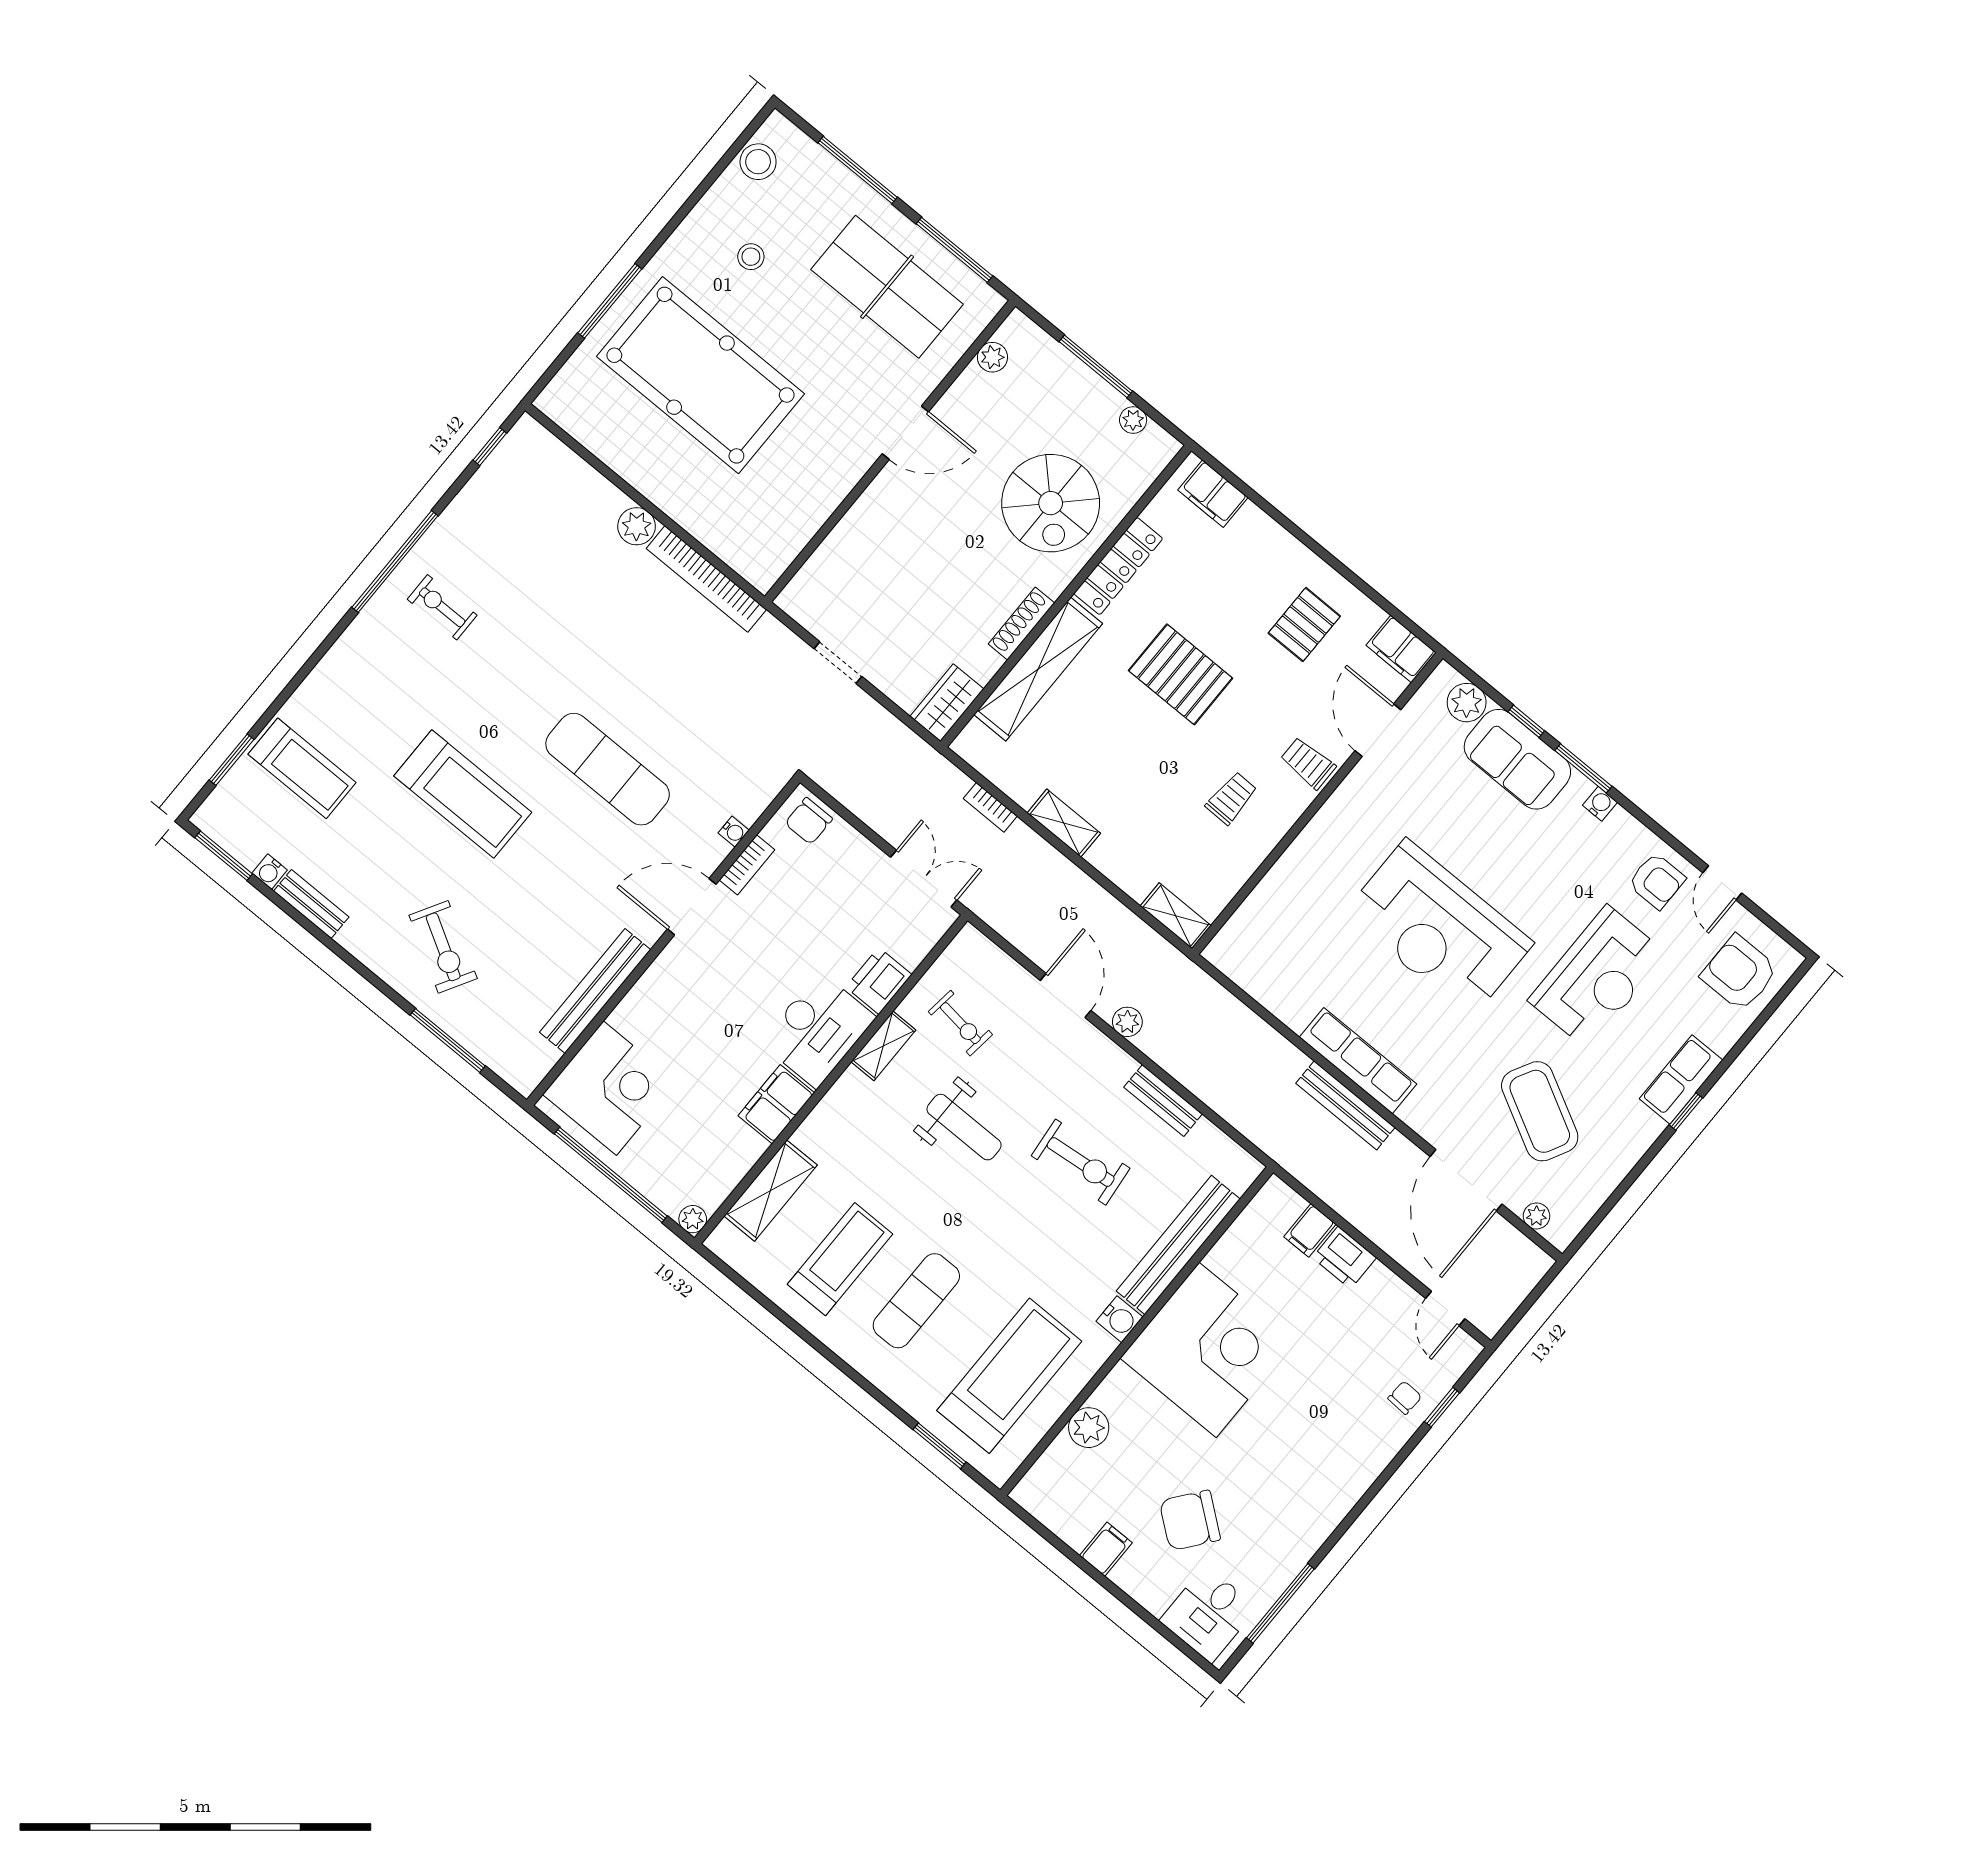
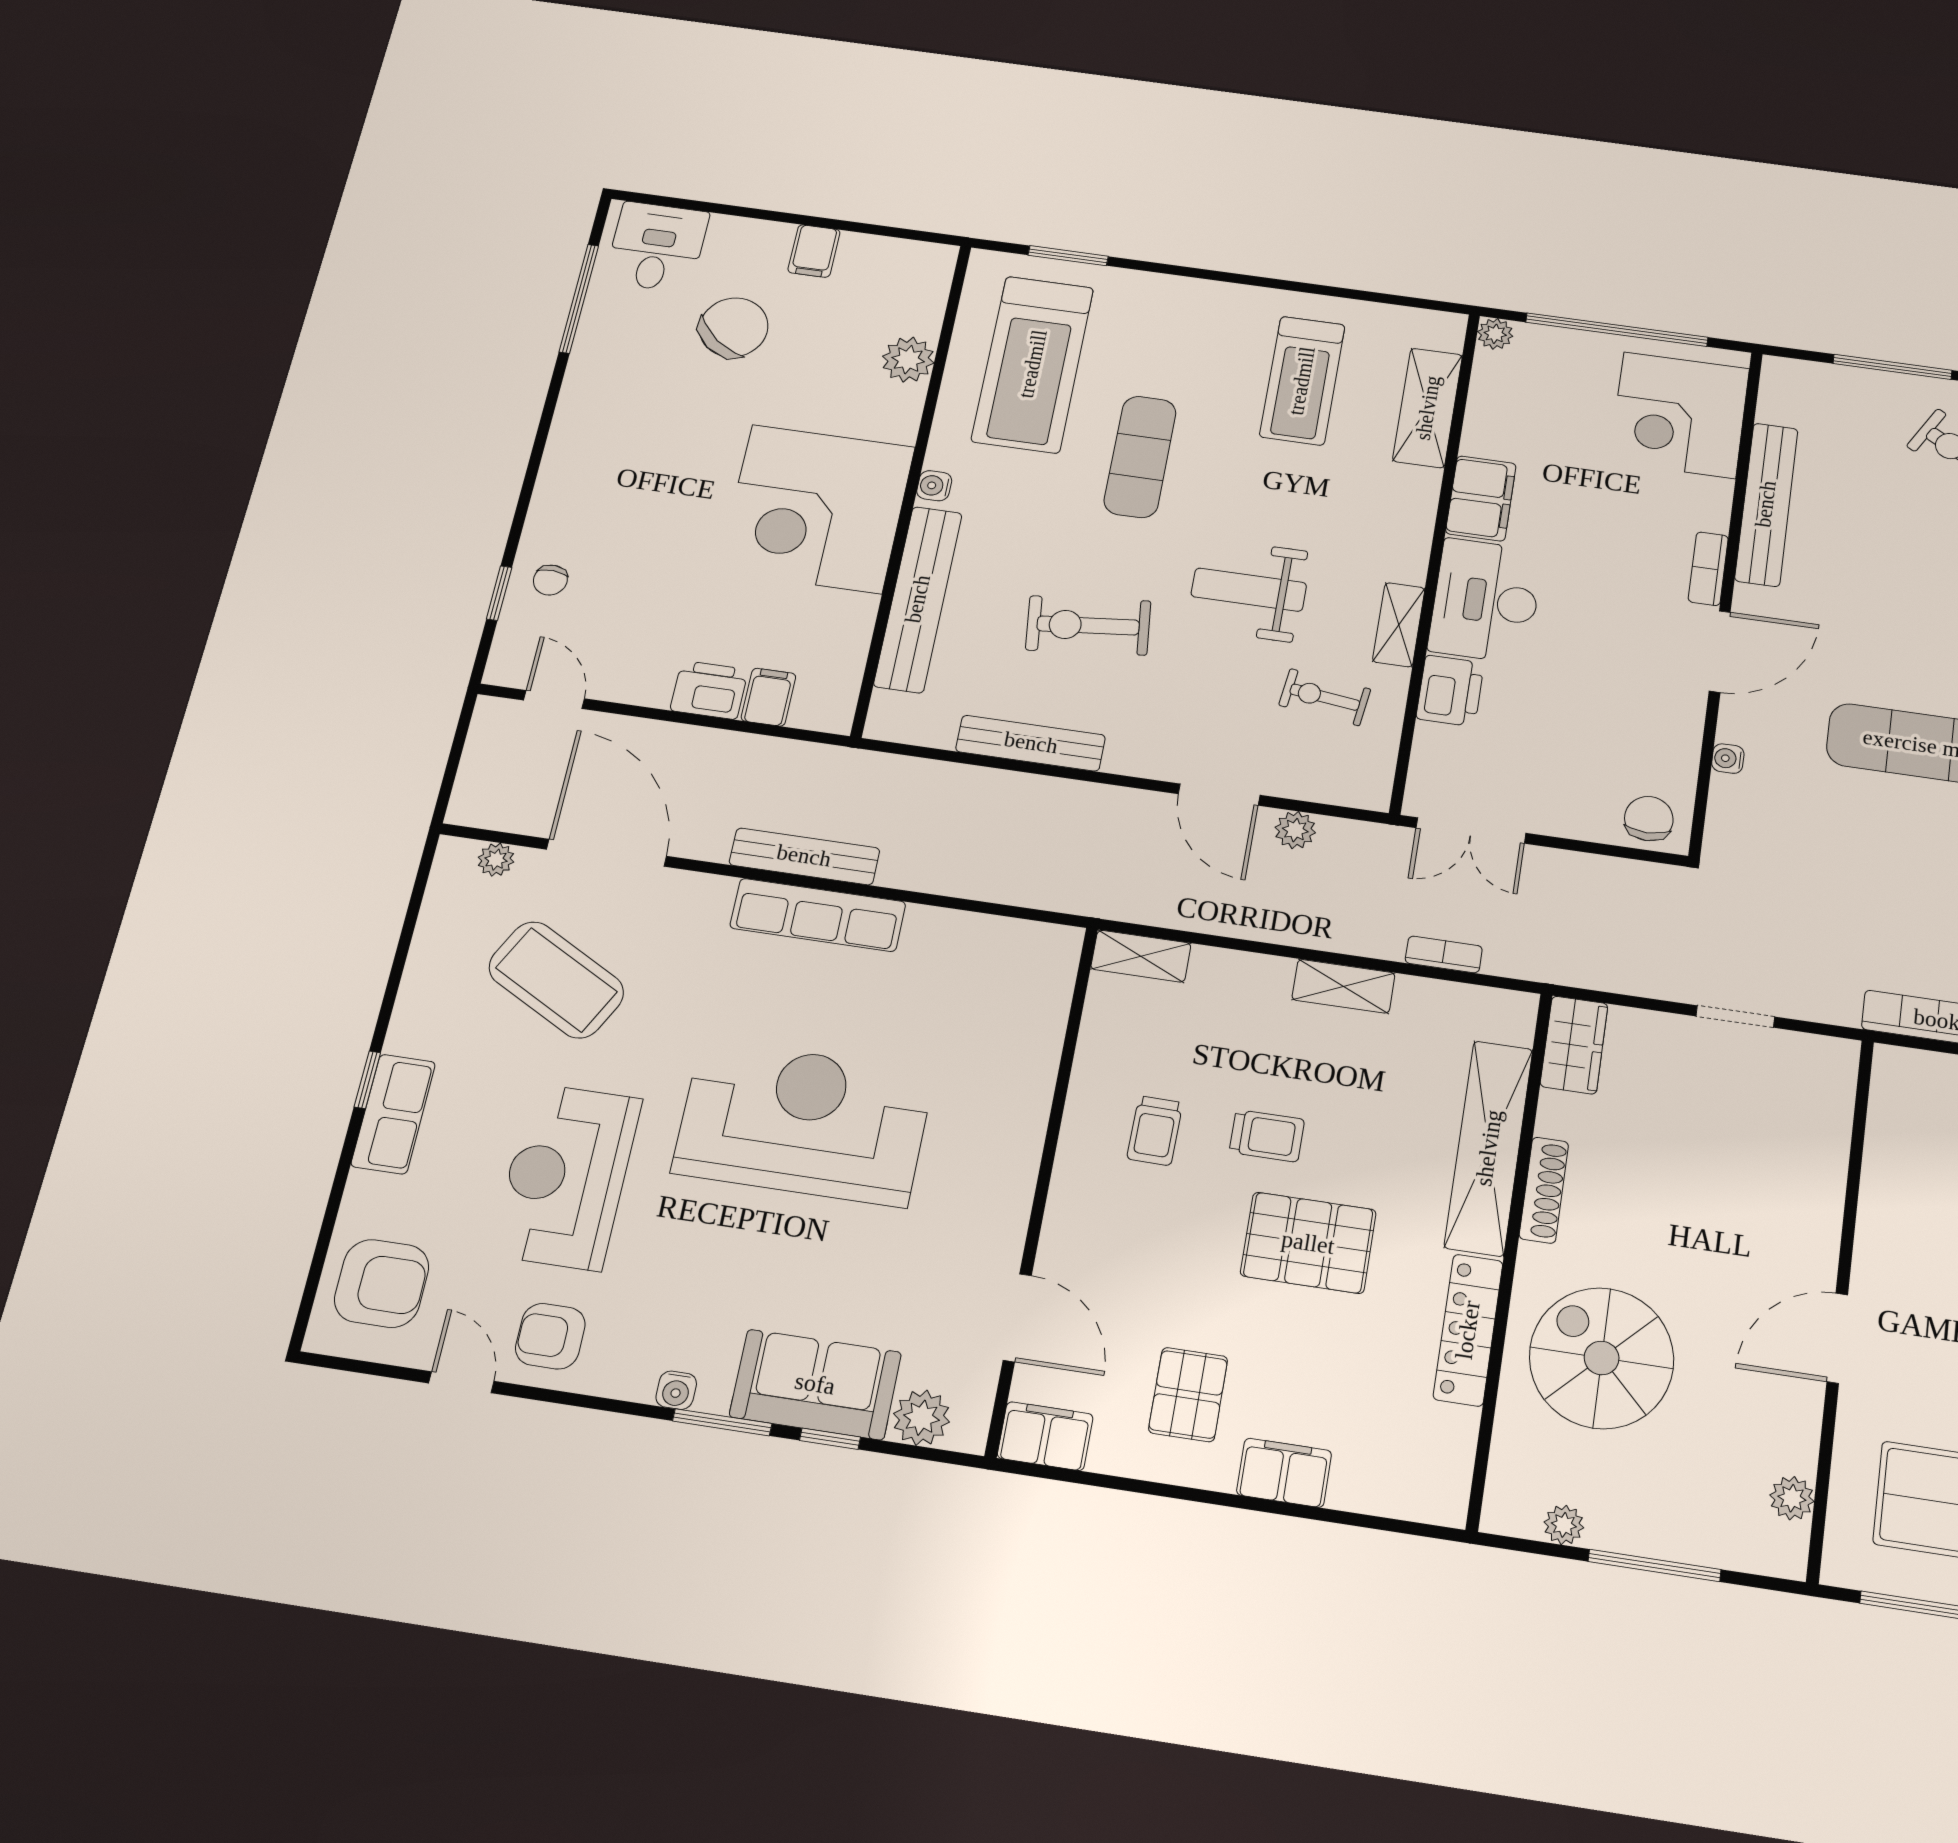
filing cabinet: (1213, 494) -> (1284, 1473), moved
trolley: (1308, 763) -> (1267, 1136), moved
bookcase: (747, 865) -> (1708, 569), moved
plant: (1127, 1022) -> (1295, 830), moved
bench: (1163, 1101) -> (1031, 743), width x1.36
exercise mat: (916, 1301) -> (1140, 457), moved
water cooler: (1119, 1319) -> (934, 486), width x0.72, depth x0.72

